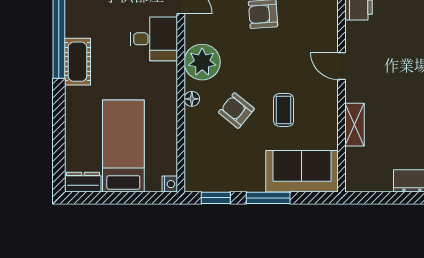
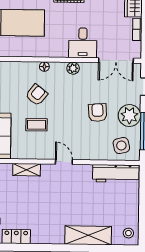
plant: (202, 62) -> (73, 68), width x0.53, depth x0.53
door: (341, 66) -> (64, 162), hinge flipped

